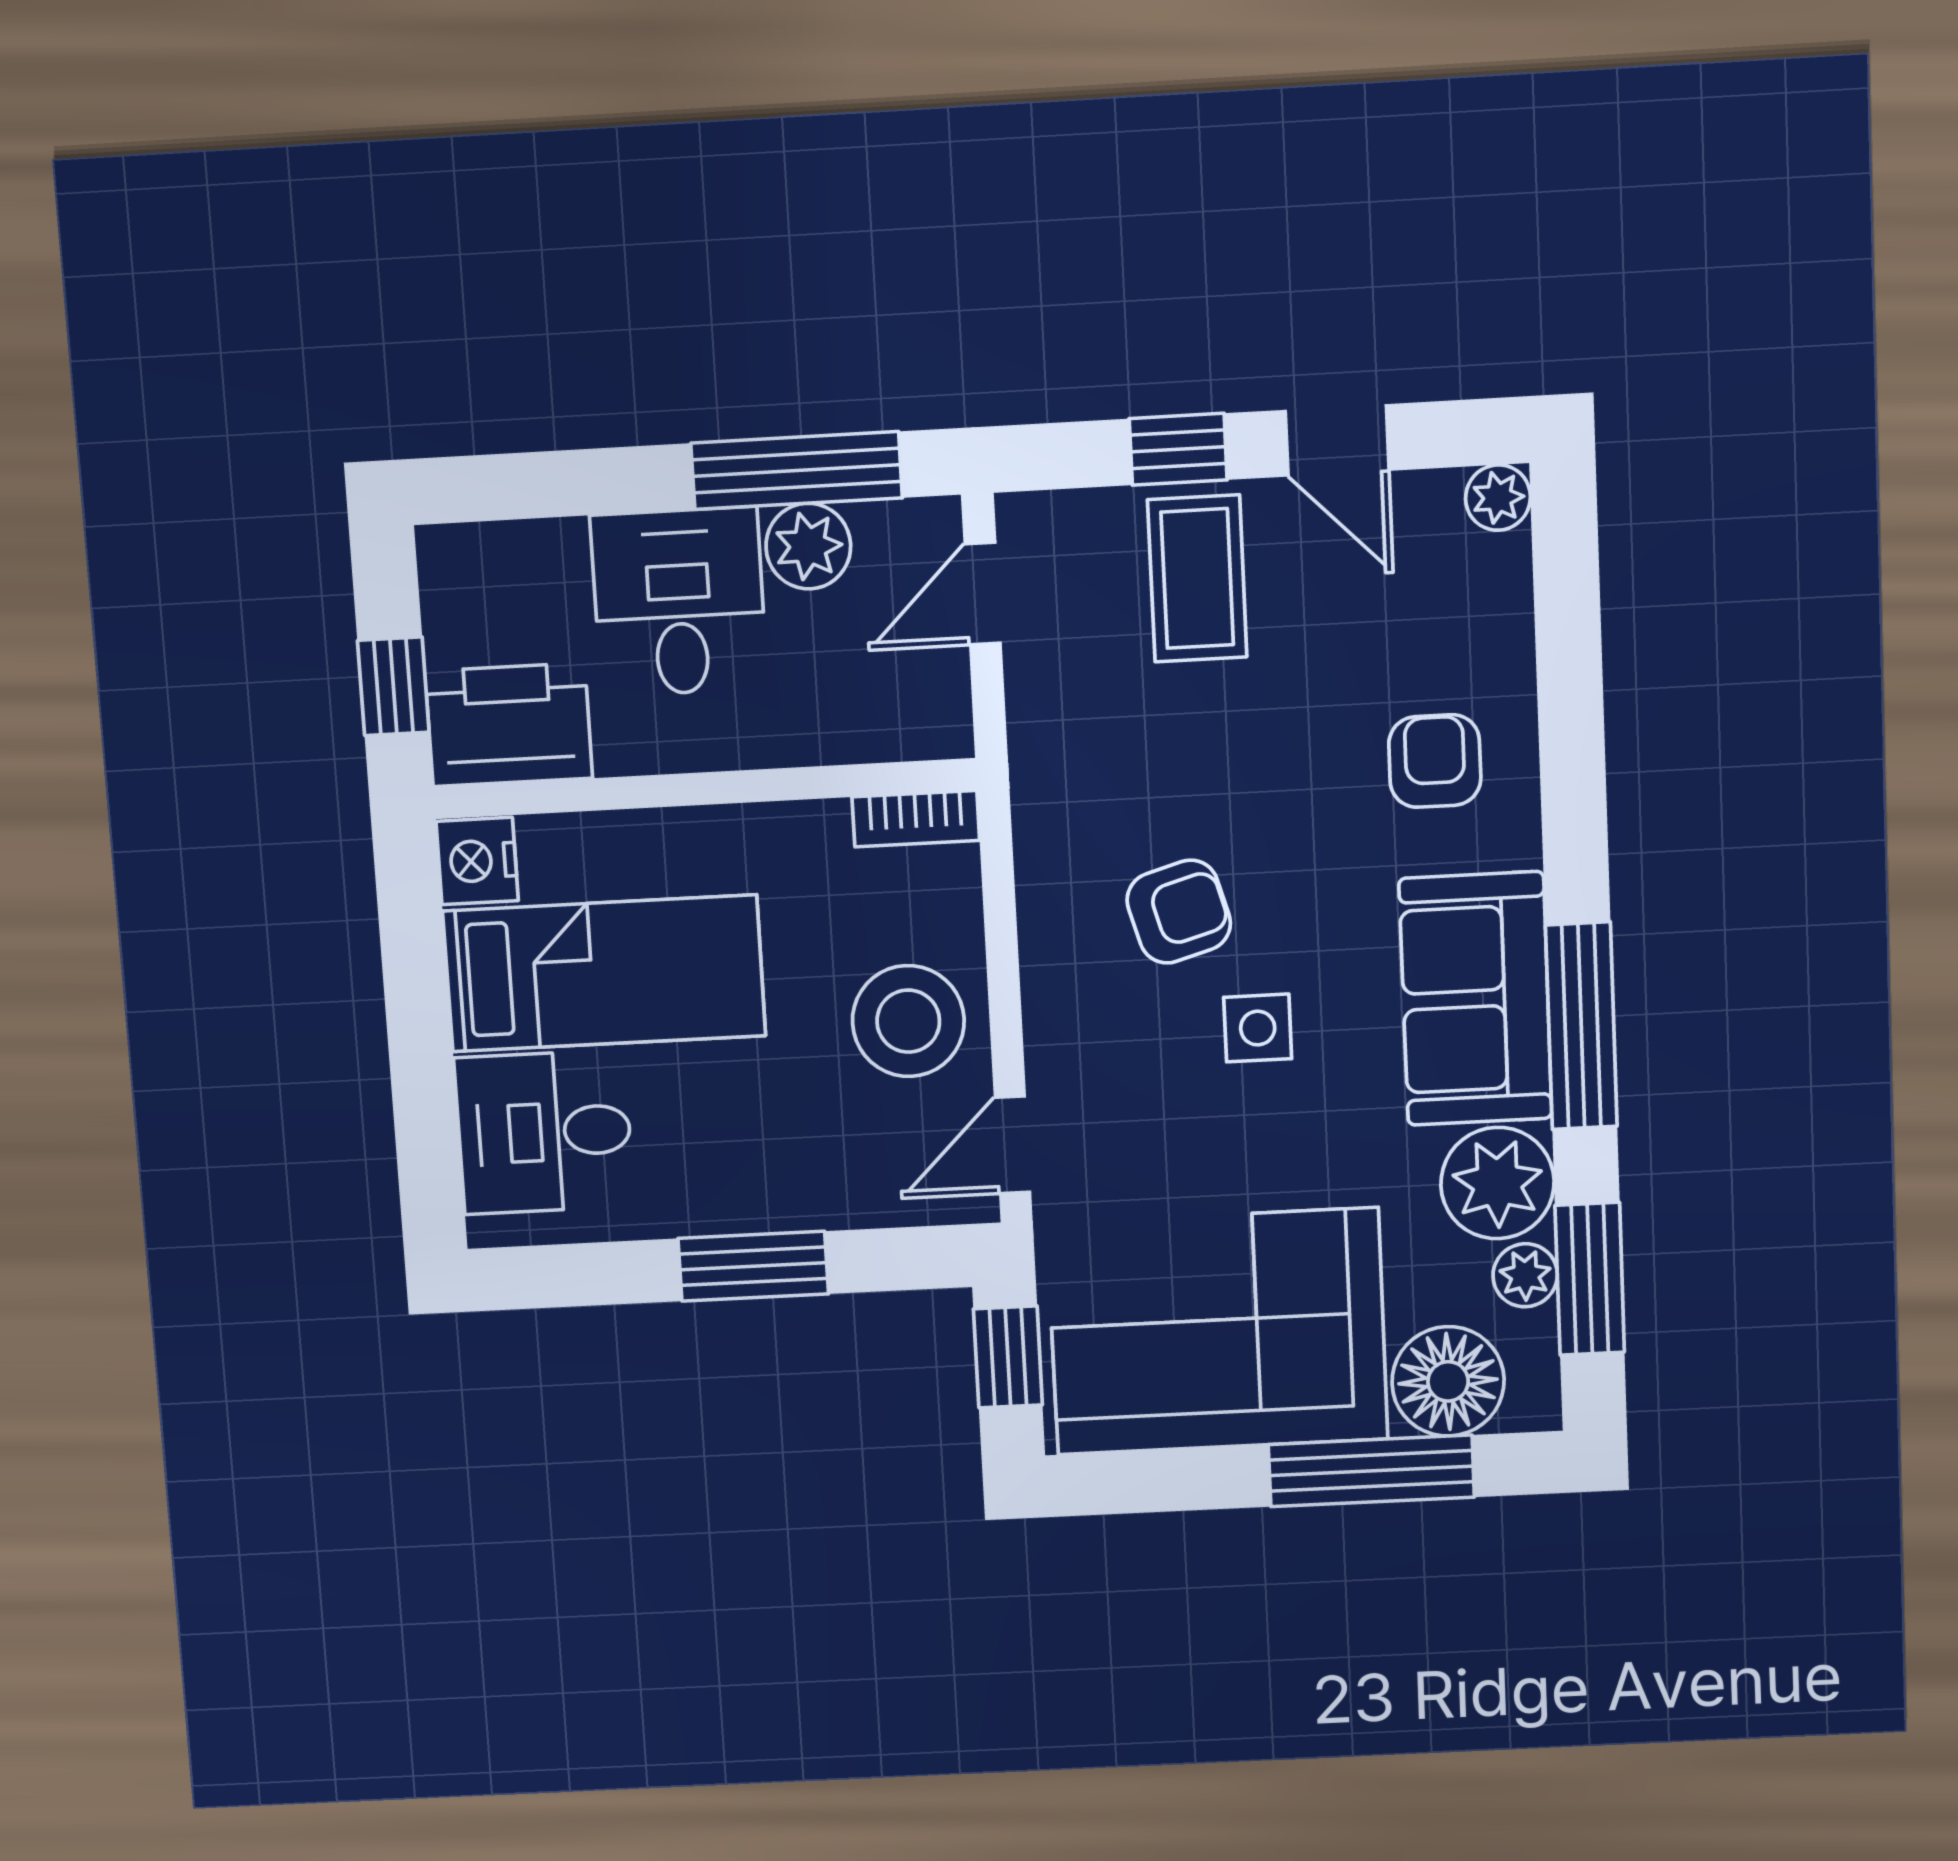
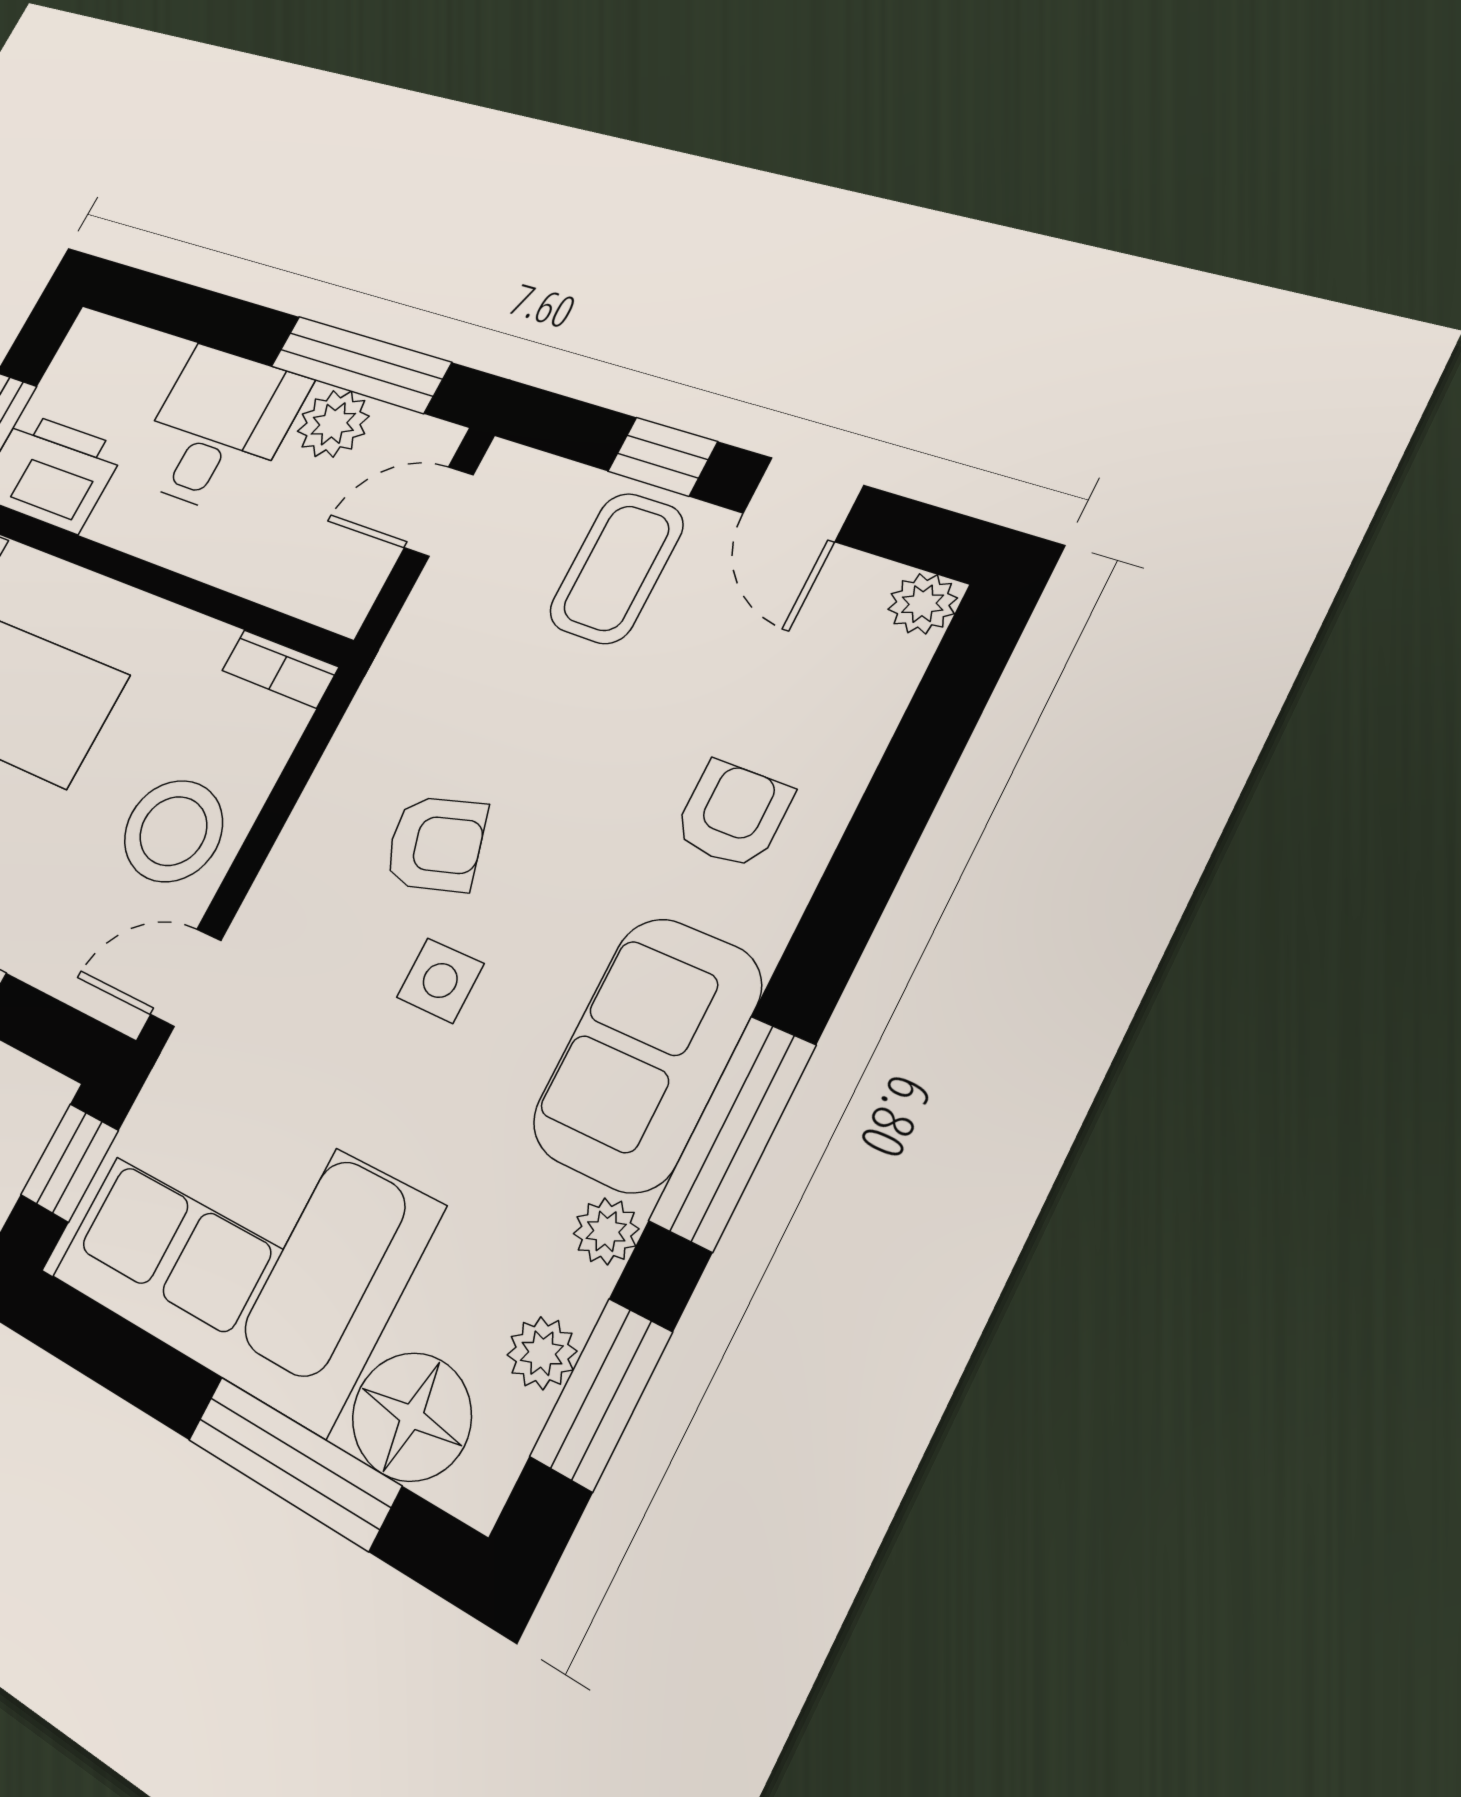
plant: (1497, 1183) -> (606, 1231), width x0.53, depth x0.53

